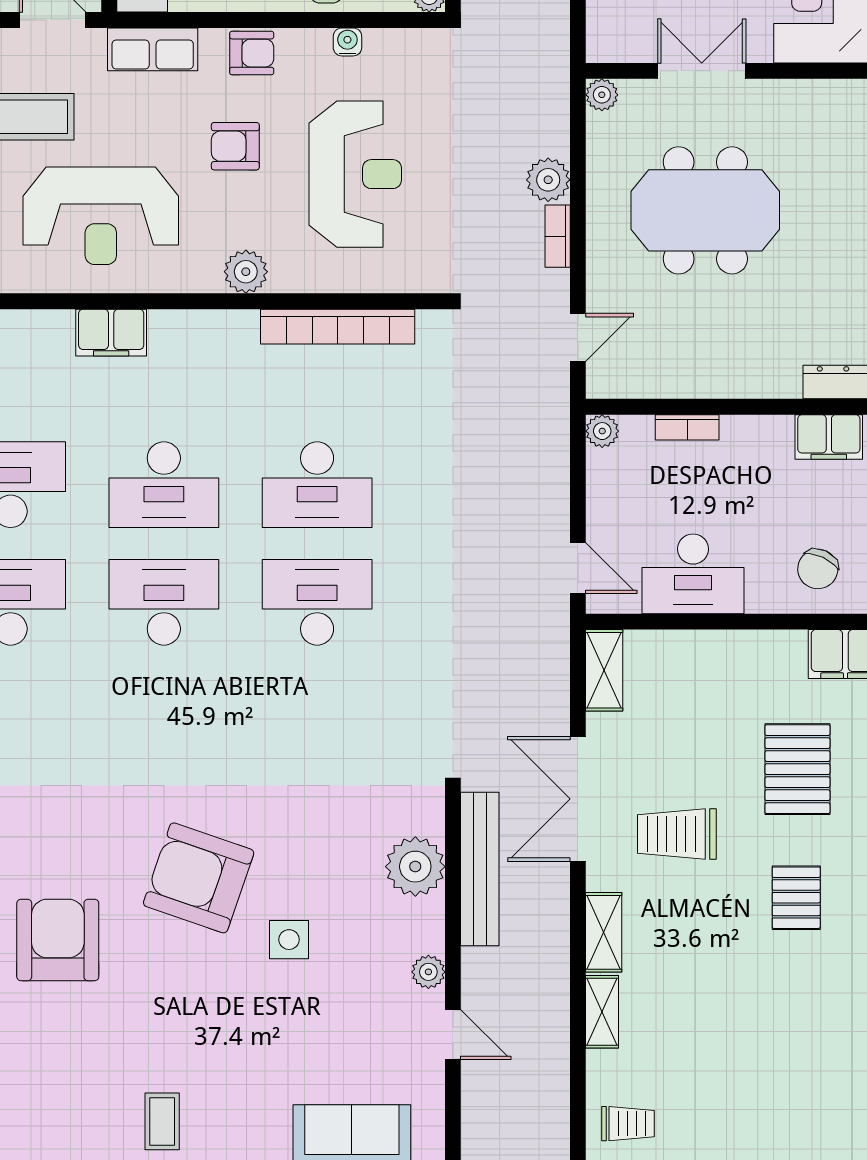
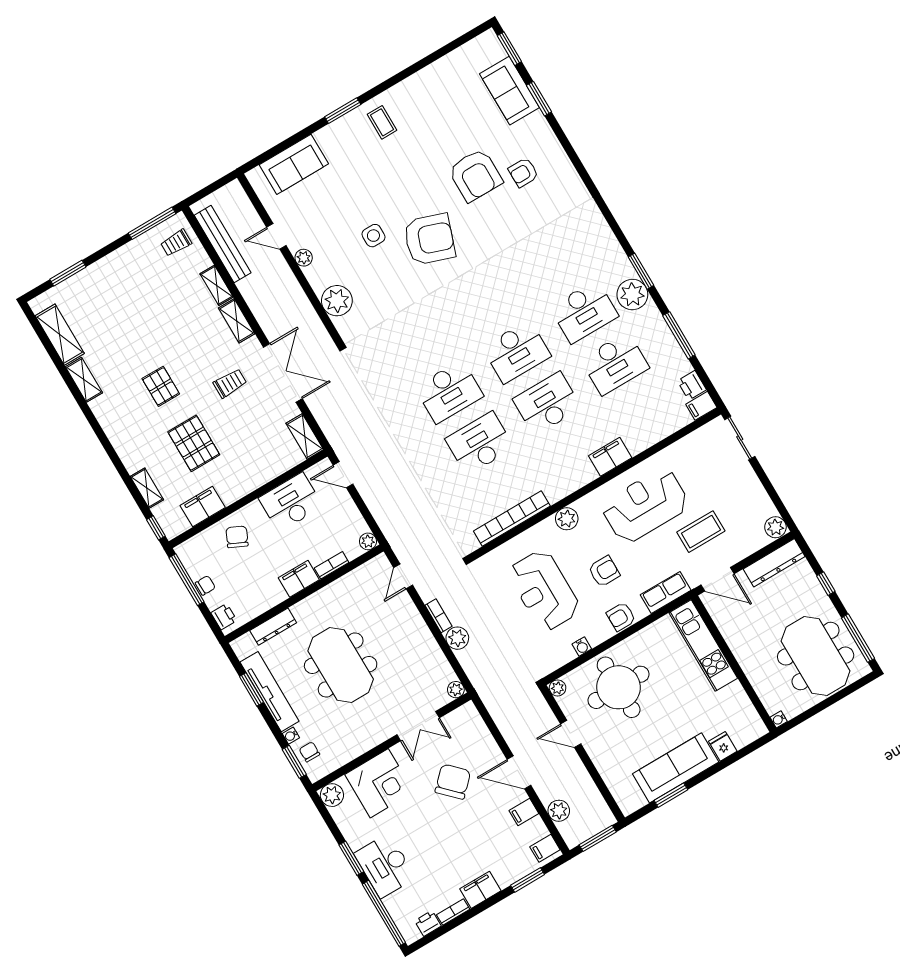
meeting table: (705, 210) -> (341, 665), moved, turned 90
filing cabinet: (829, 437) -> (299, 579), moved
trolley: (677, 834) -> (230, 383), width x0.73, depth x0.72
bench: (480, 869) -> (223, 244), moved

